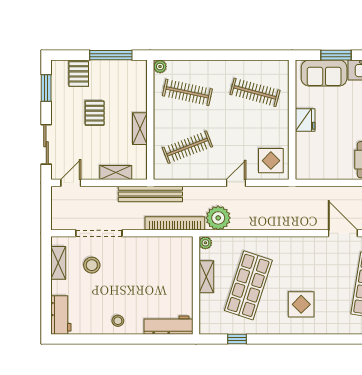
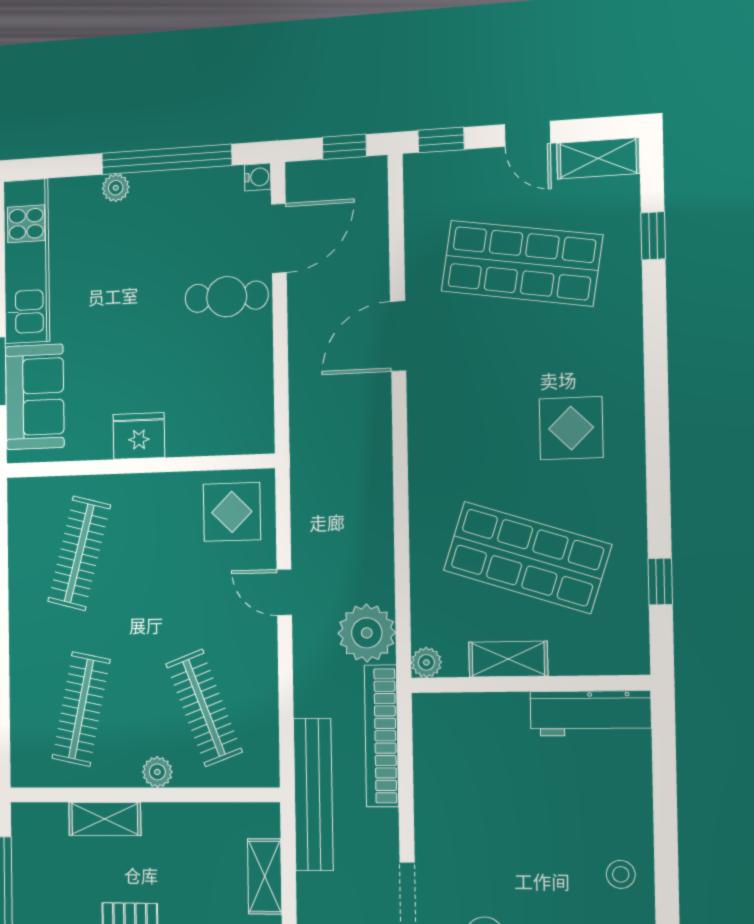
plant: (160, 66) -> (157, 772), moved
shelving: (140, 129) -> (105, 819), moved
workbench: (168, 325) -> (591, 713), moved, turned -90

